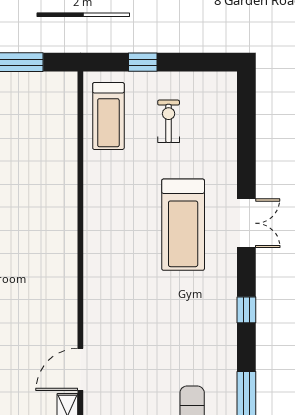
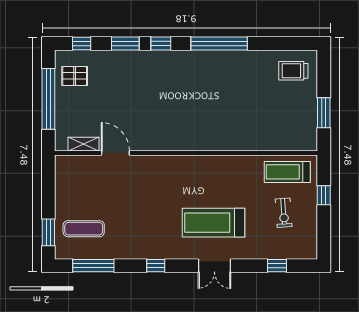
exercise bike: (169, 121) -> (284, 213), turned 86
window: (246, 131) -> (277, 266), added

